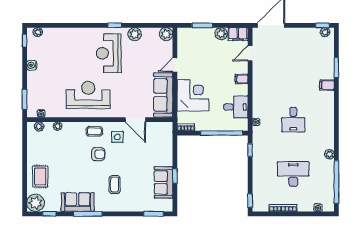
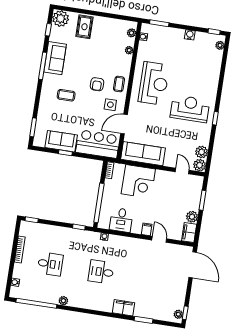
plant: (135, 34) -> (202, 152), moved
door: (250, 53) -> (159, 239), moved
door: (175, 65) -> (182, 171), moved
filing cabinet: (327, 85) -> (124, 308), width x2.00
bar counter: (160, 144) -> (98, 144), added
desk: (293, 174) -> (50, 264), width x0.73
rug: (40, 177) -> (84, 27), turned 90

